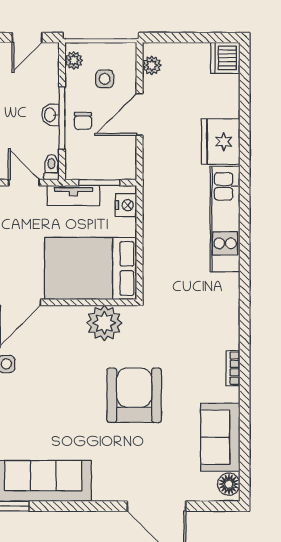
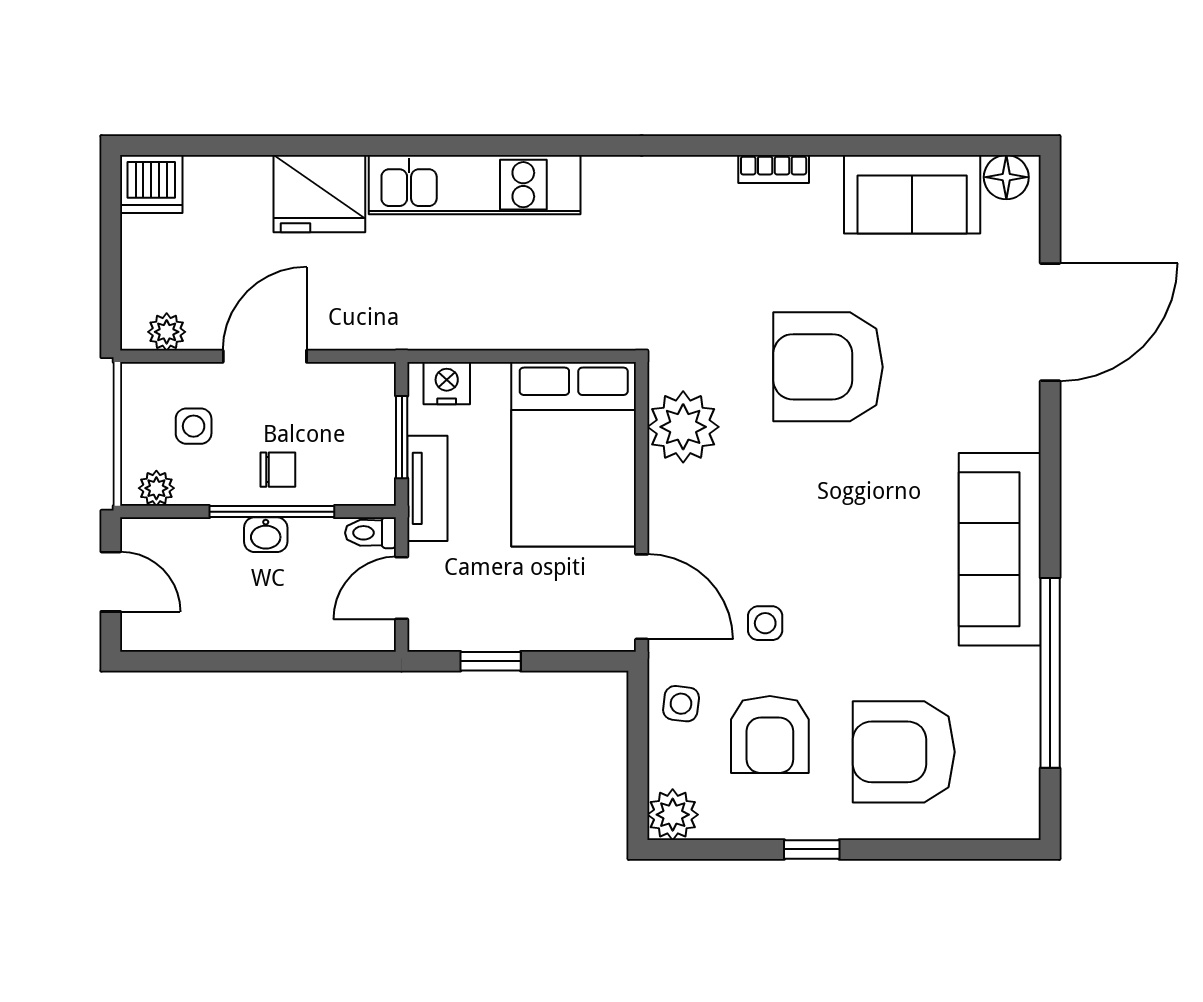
door: (139, 114) -> (265, 356), swing flipped

